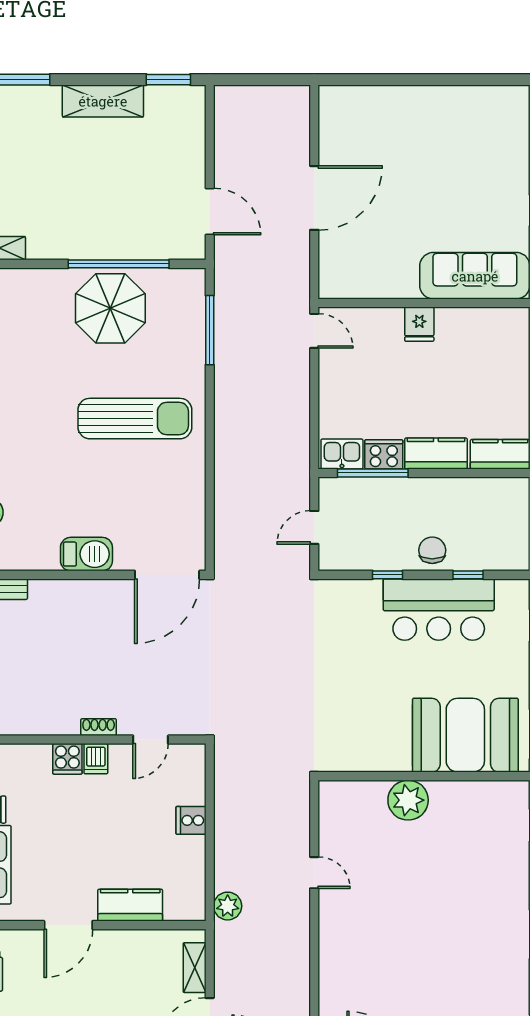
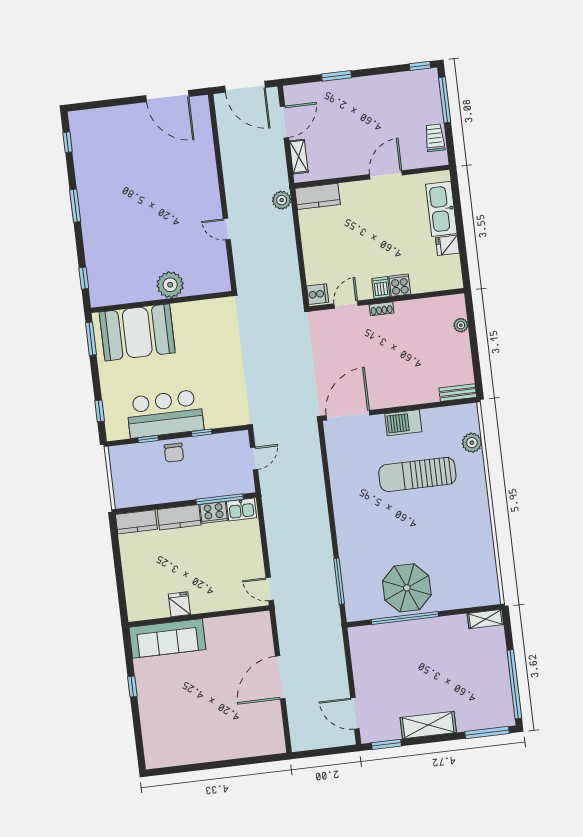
door: (210, 211) -> (355, 713), moved
fridge: (419, 324) -> (179, 604), moved
sun lounger: (135, 419) -> (417, 474), moved
cooker: (191, 820) -> (318, 294), moved
kitchen counter: (130, 905) -> (318, 196), moved

